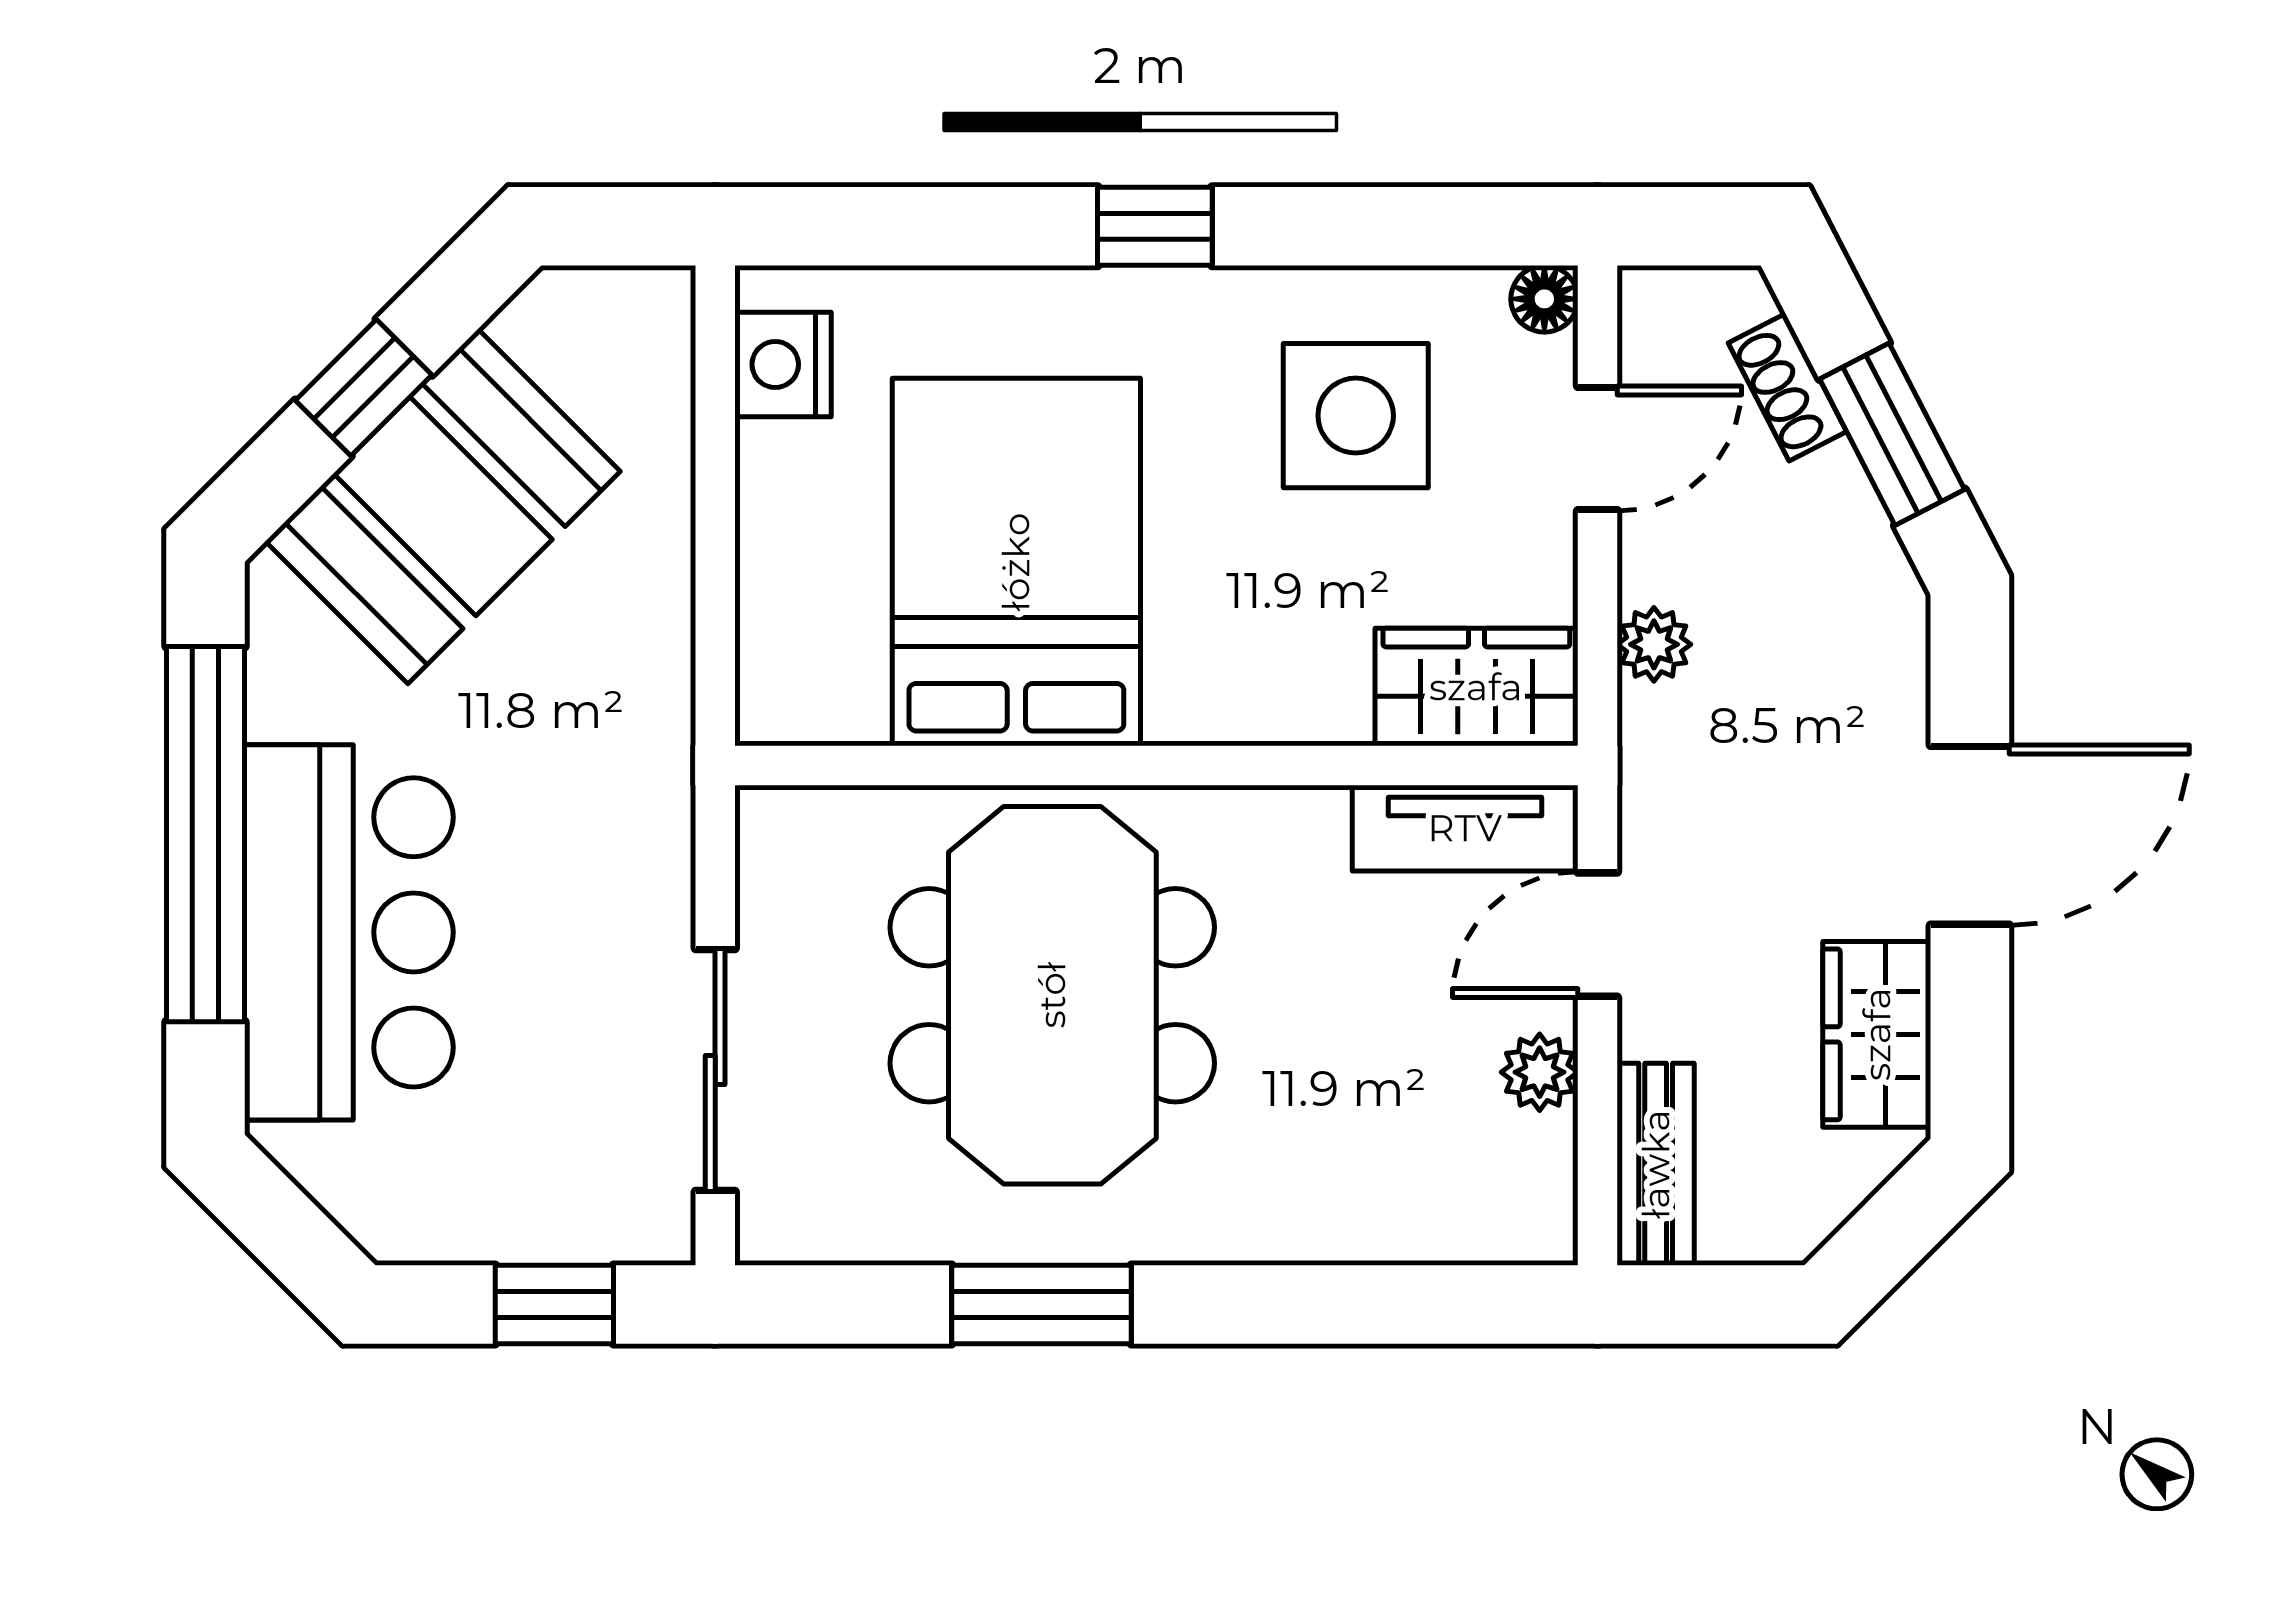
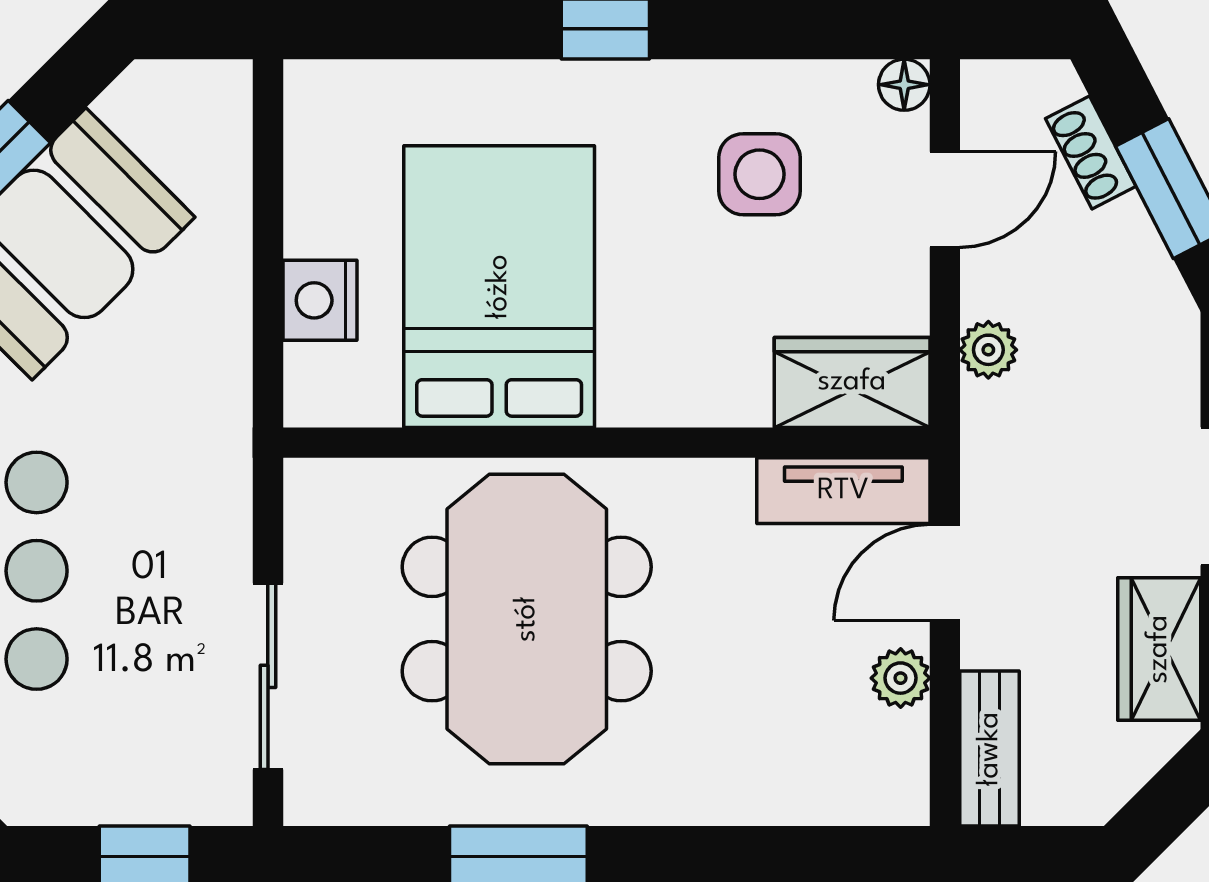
nightstand: (783, 364) -> (320, 300), moved
side table: (1356, 416) -> (759, 174), width x0.73, depth x0.73

